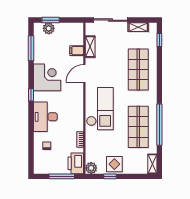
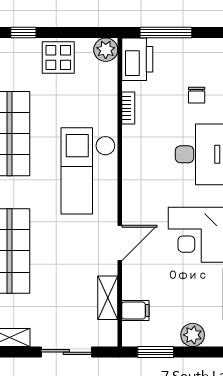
window: (51, 20) -> (156, 352), moved
sliding door: (110, 20) -> (66, 352), width x0.73
filing cabinet: (77, 51) -> (135, 311), moved
window: (110, 176) -> (23, 33), moved

